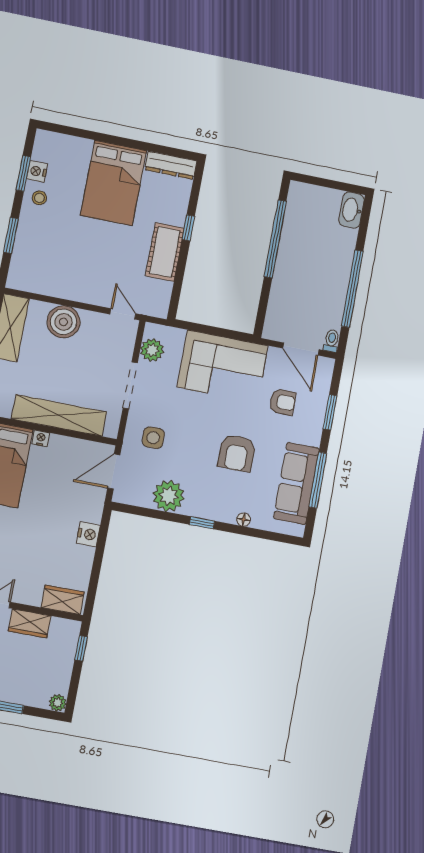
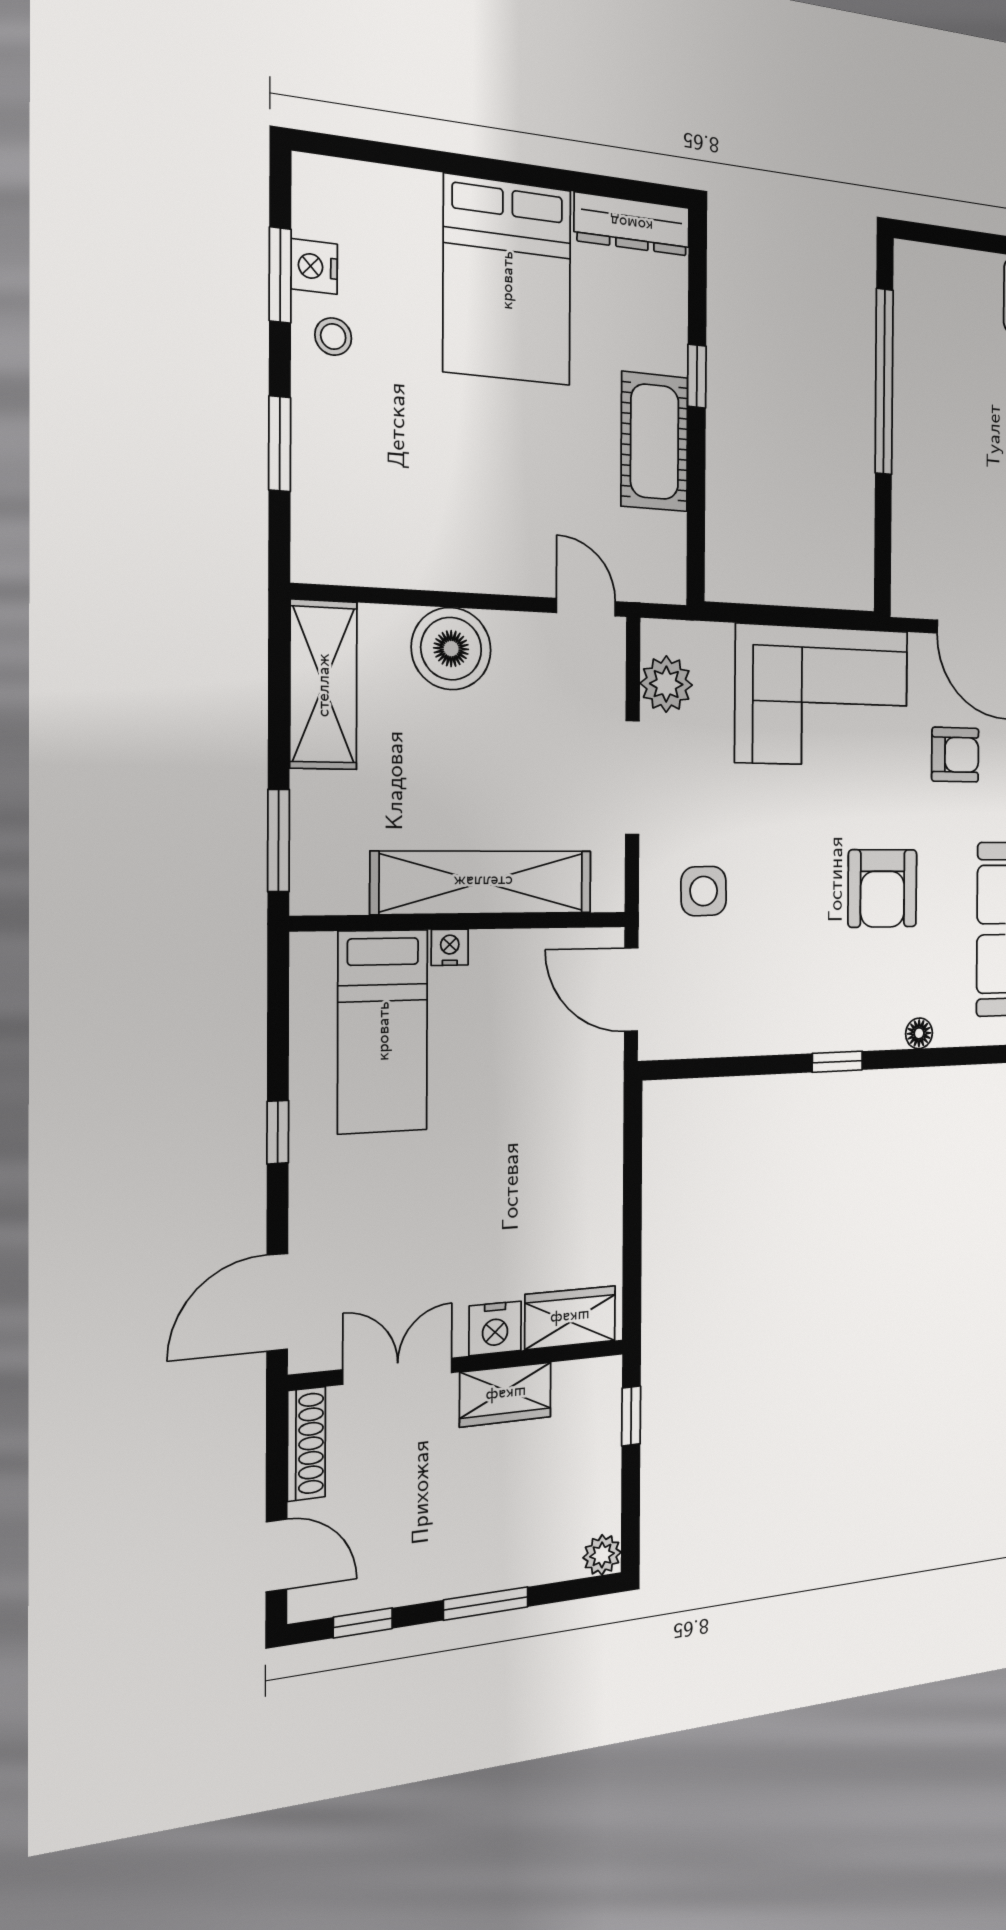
door: (114, 472) -> (631, 990), hinge flipped
plant: (169, 496) -> (759, 1018), removed
nightstand: (88, 534) -> (495, 1328), moved, turned 90

